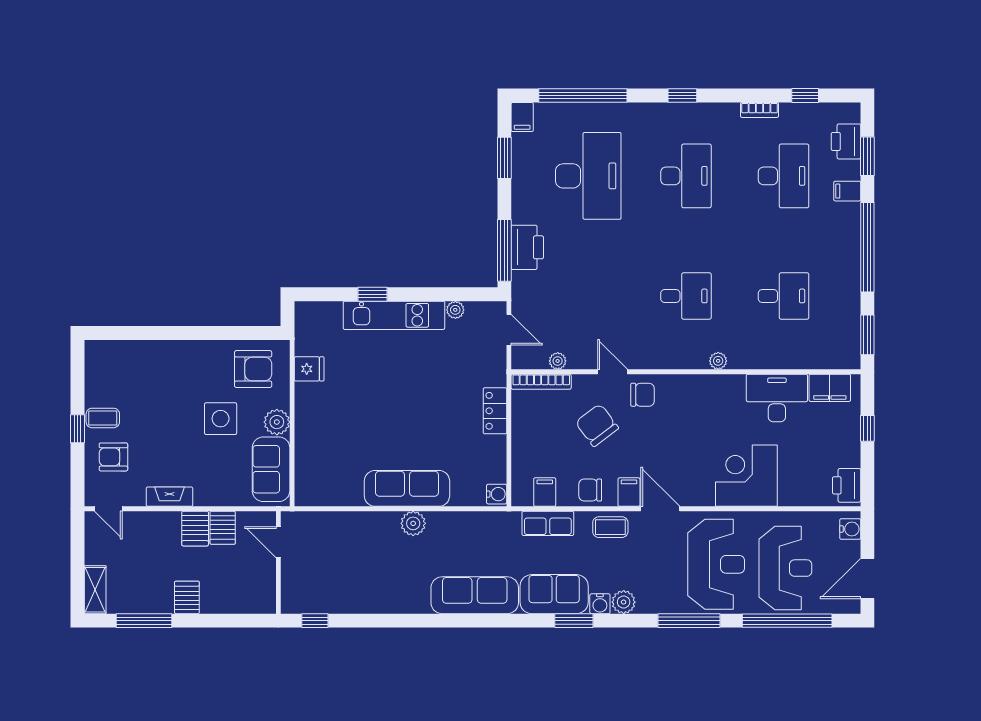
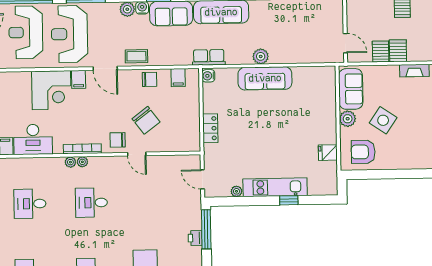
printer: (527, 247) -> (195, 238), width x0.53, depth x0.68
plant: (558, 361) -> (82, 162), moved
bookcase: (541, 382) -> (82, 149), moved
side table: (221, 419) -> (383, 120), turned 34
filing cabinet: (629, 492) -> (79, 79), moved
row of seats: (548, 523) -> (209, 57), moved

